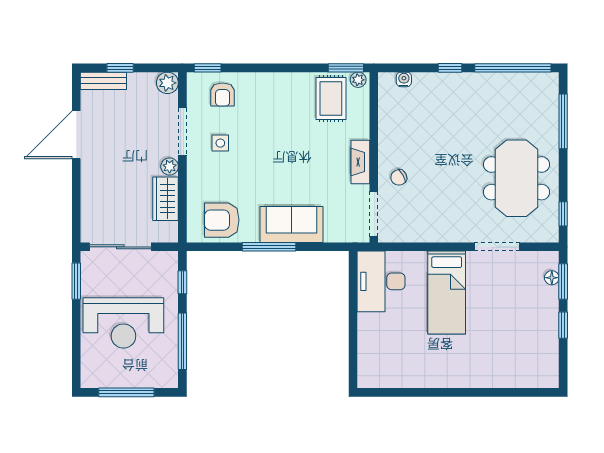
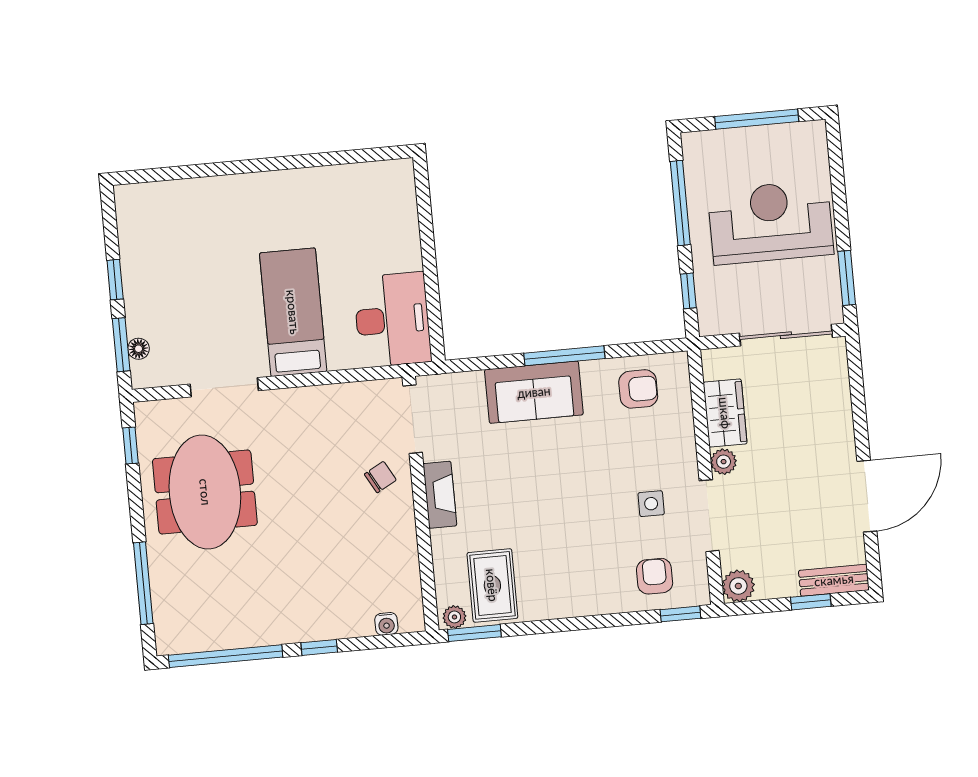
armchair: (222, 220) -> (638, 389), width x0.72, depth x0.72

